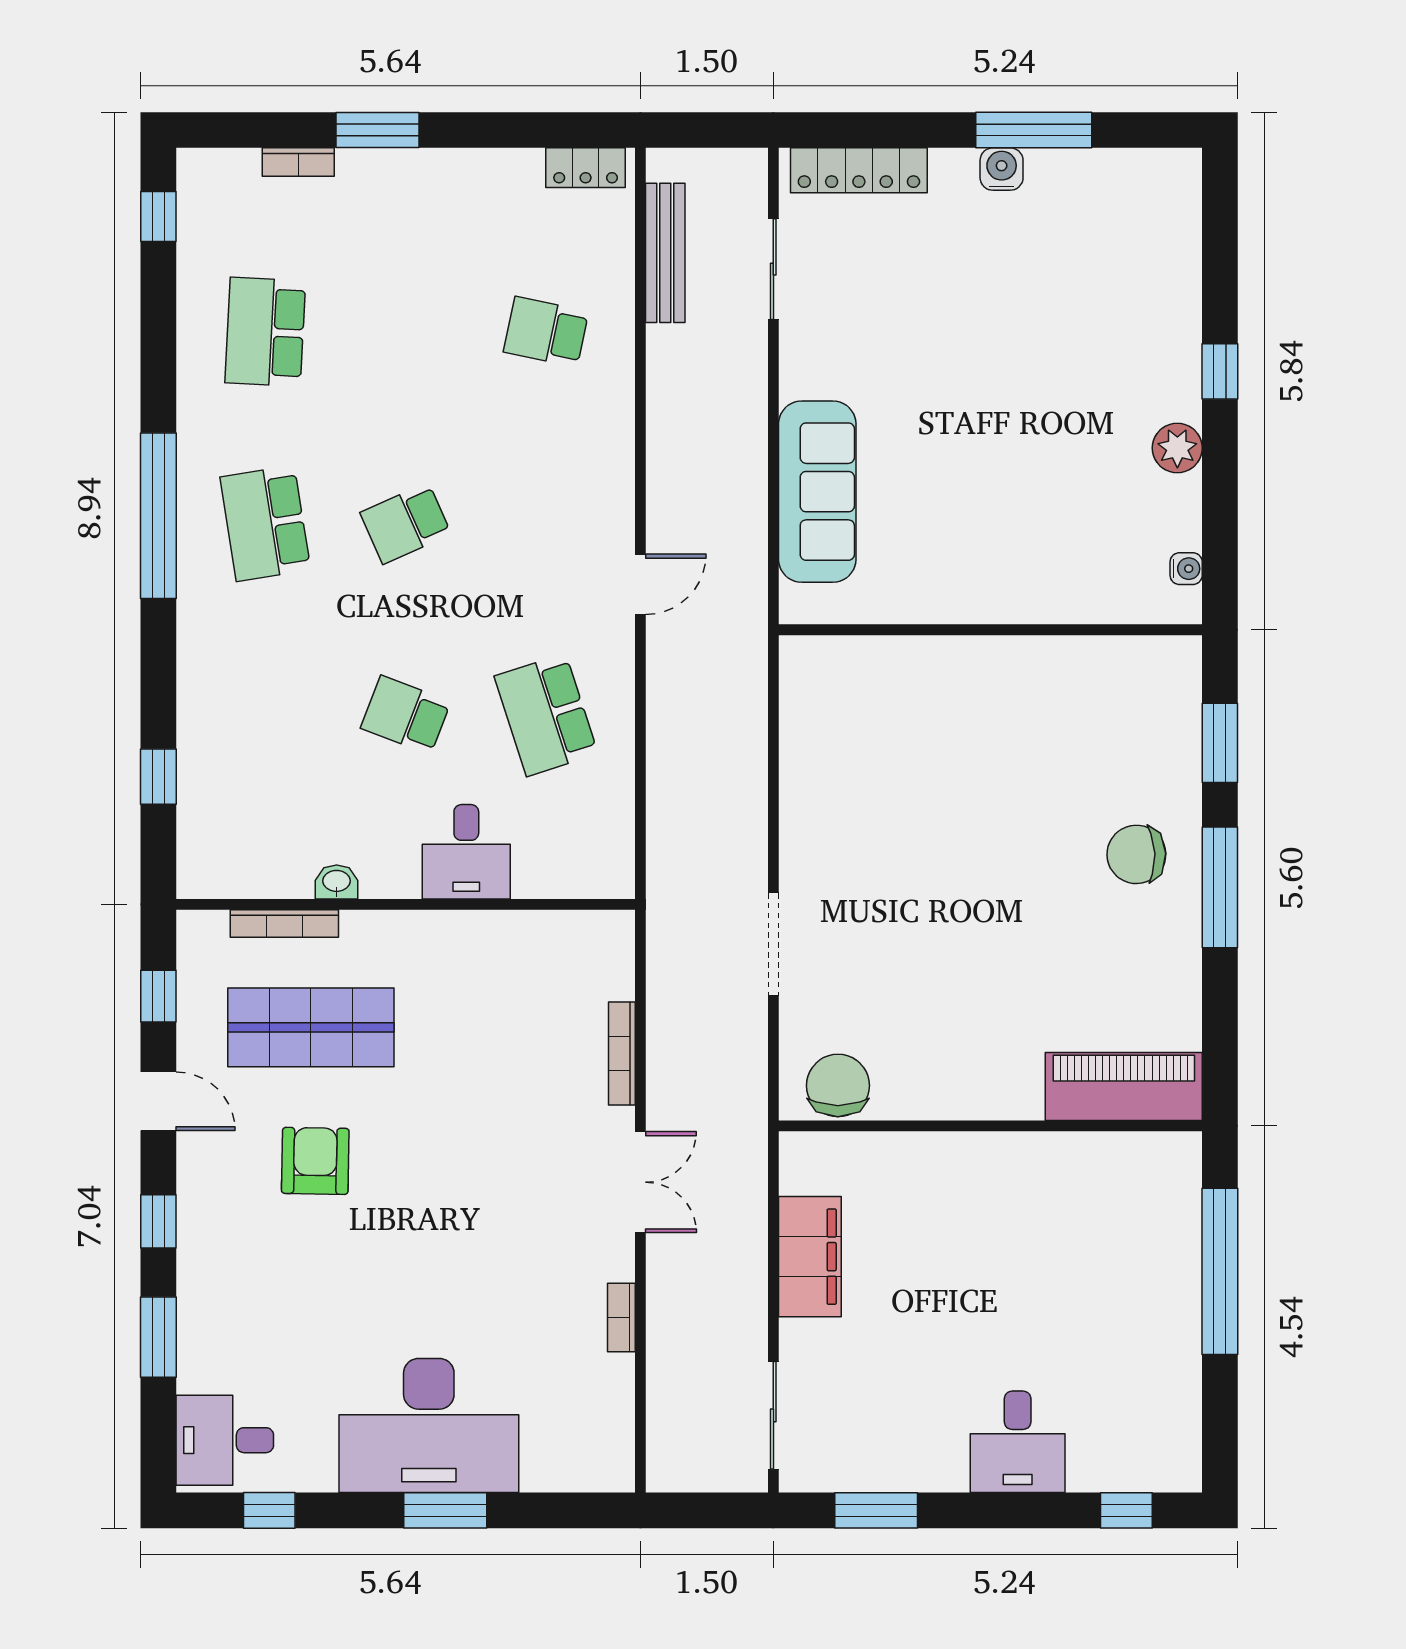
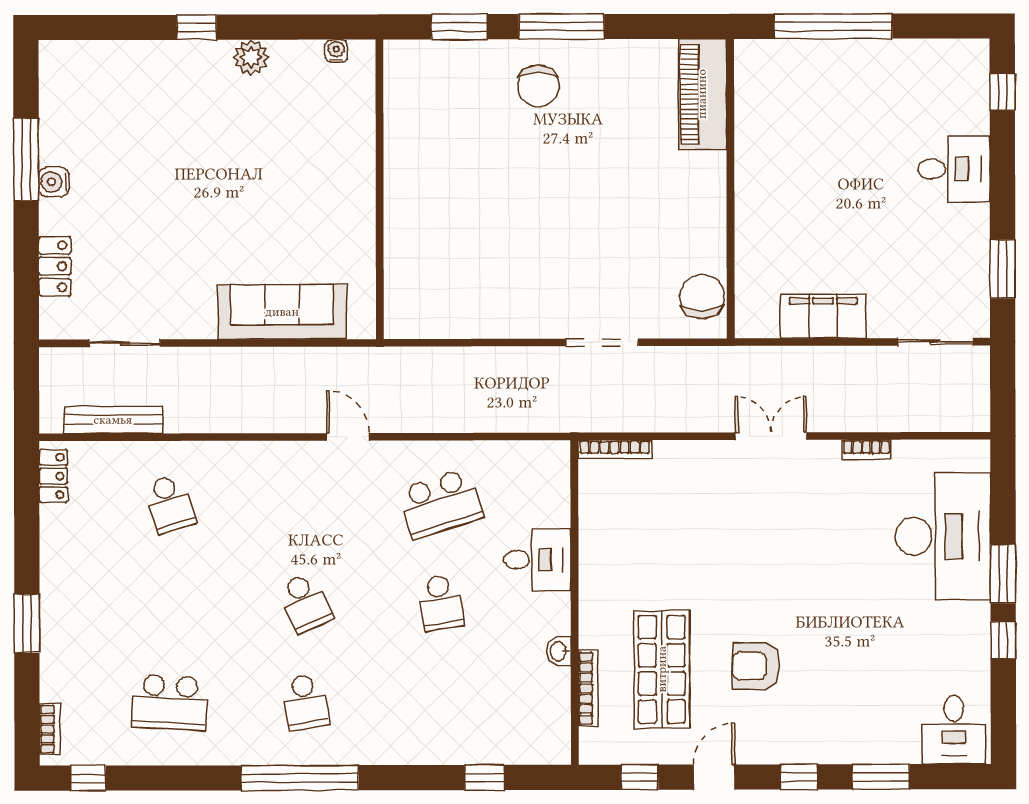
bookcase: (298, 162) -> (50, 729), moved
locker: (859, 170) -> (55, 266), width x0.66
school desk: (546, 332) -> (169, 504), turned -30
school desk: (265, 523) -> (305, 702), width x0.54
school desk: (406, 715) -> (441, 603), turned -30
bookcase: (622, 1054) -> (615, 449), moved
chair: (838, 1085) -> (702, 296), turned 90
desk: (429, 1425) -> (943, 536), moved
window: (269, 1510) -> (1003, 640), moved

